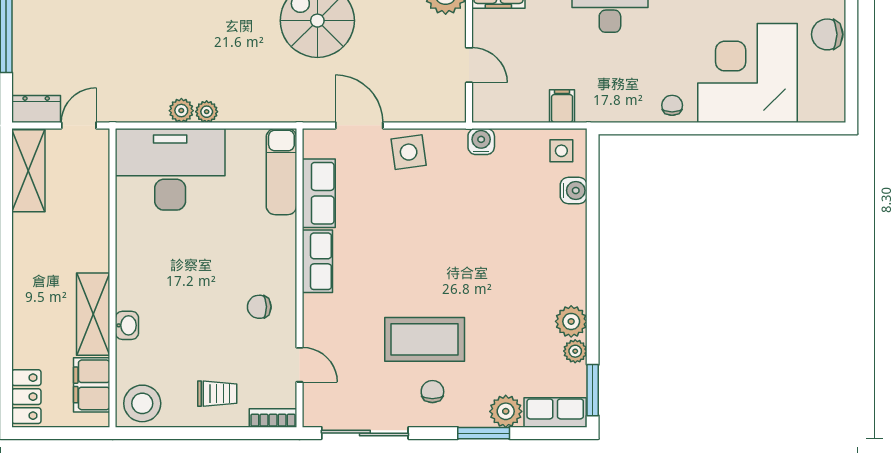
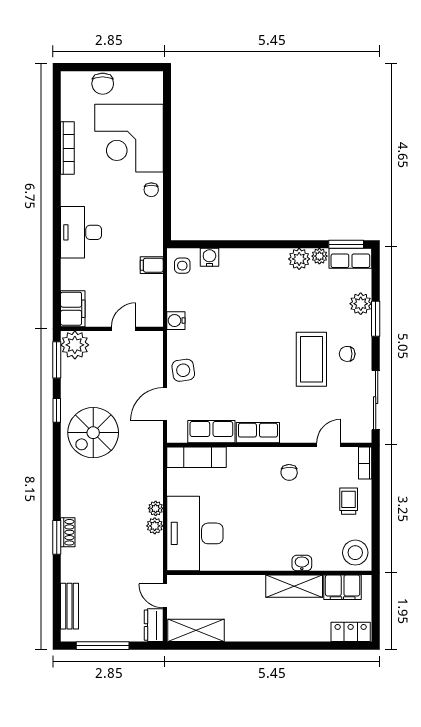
chair: (672, 105) -> (151, 190), turned -90
row of seats: (555, 412) -> (350, 258), moved, turned -90

